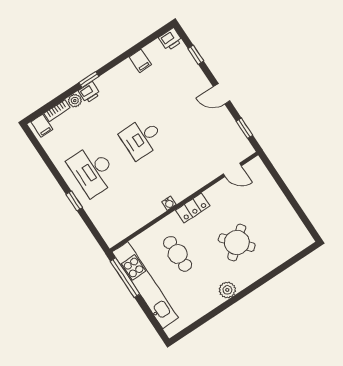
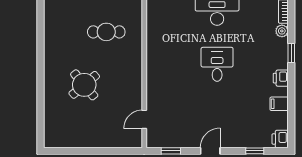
printer: (89, 92) -> (281, 78), moved
water cooler: (169, 203) -> (151, 52), removed
locker: (193, 208) -> (135, 68), removed
plant: (227, 290) -> (52, 52), removed

